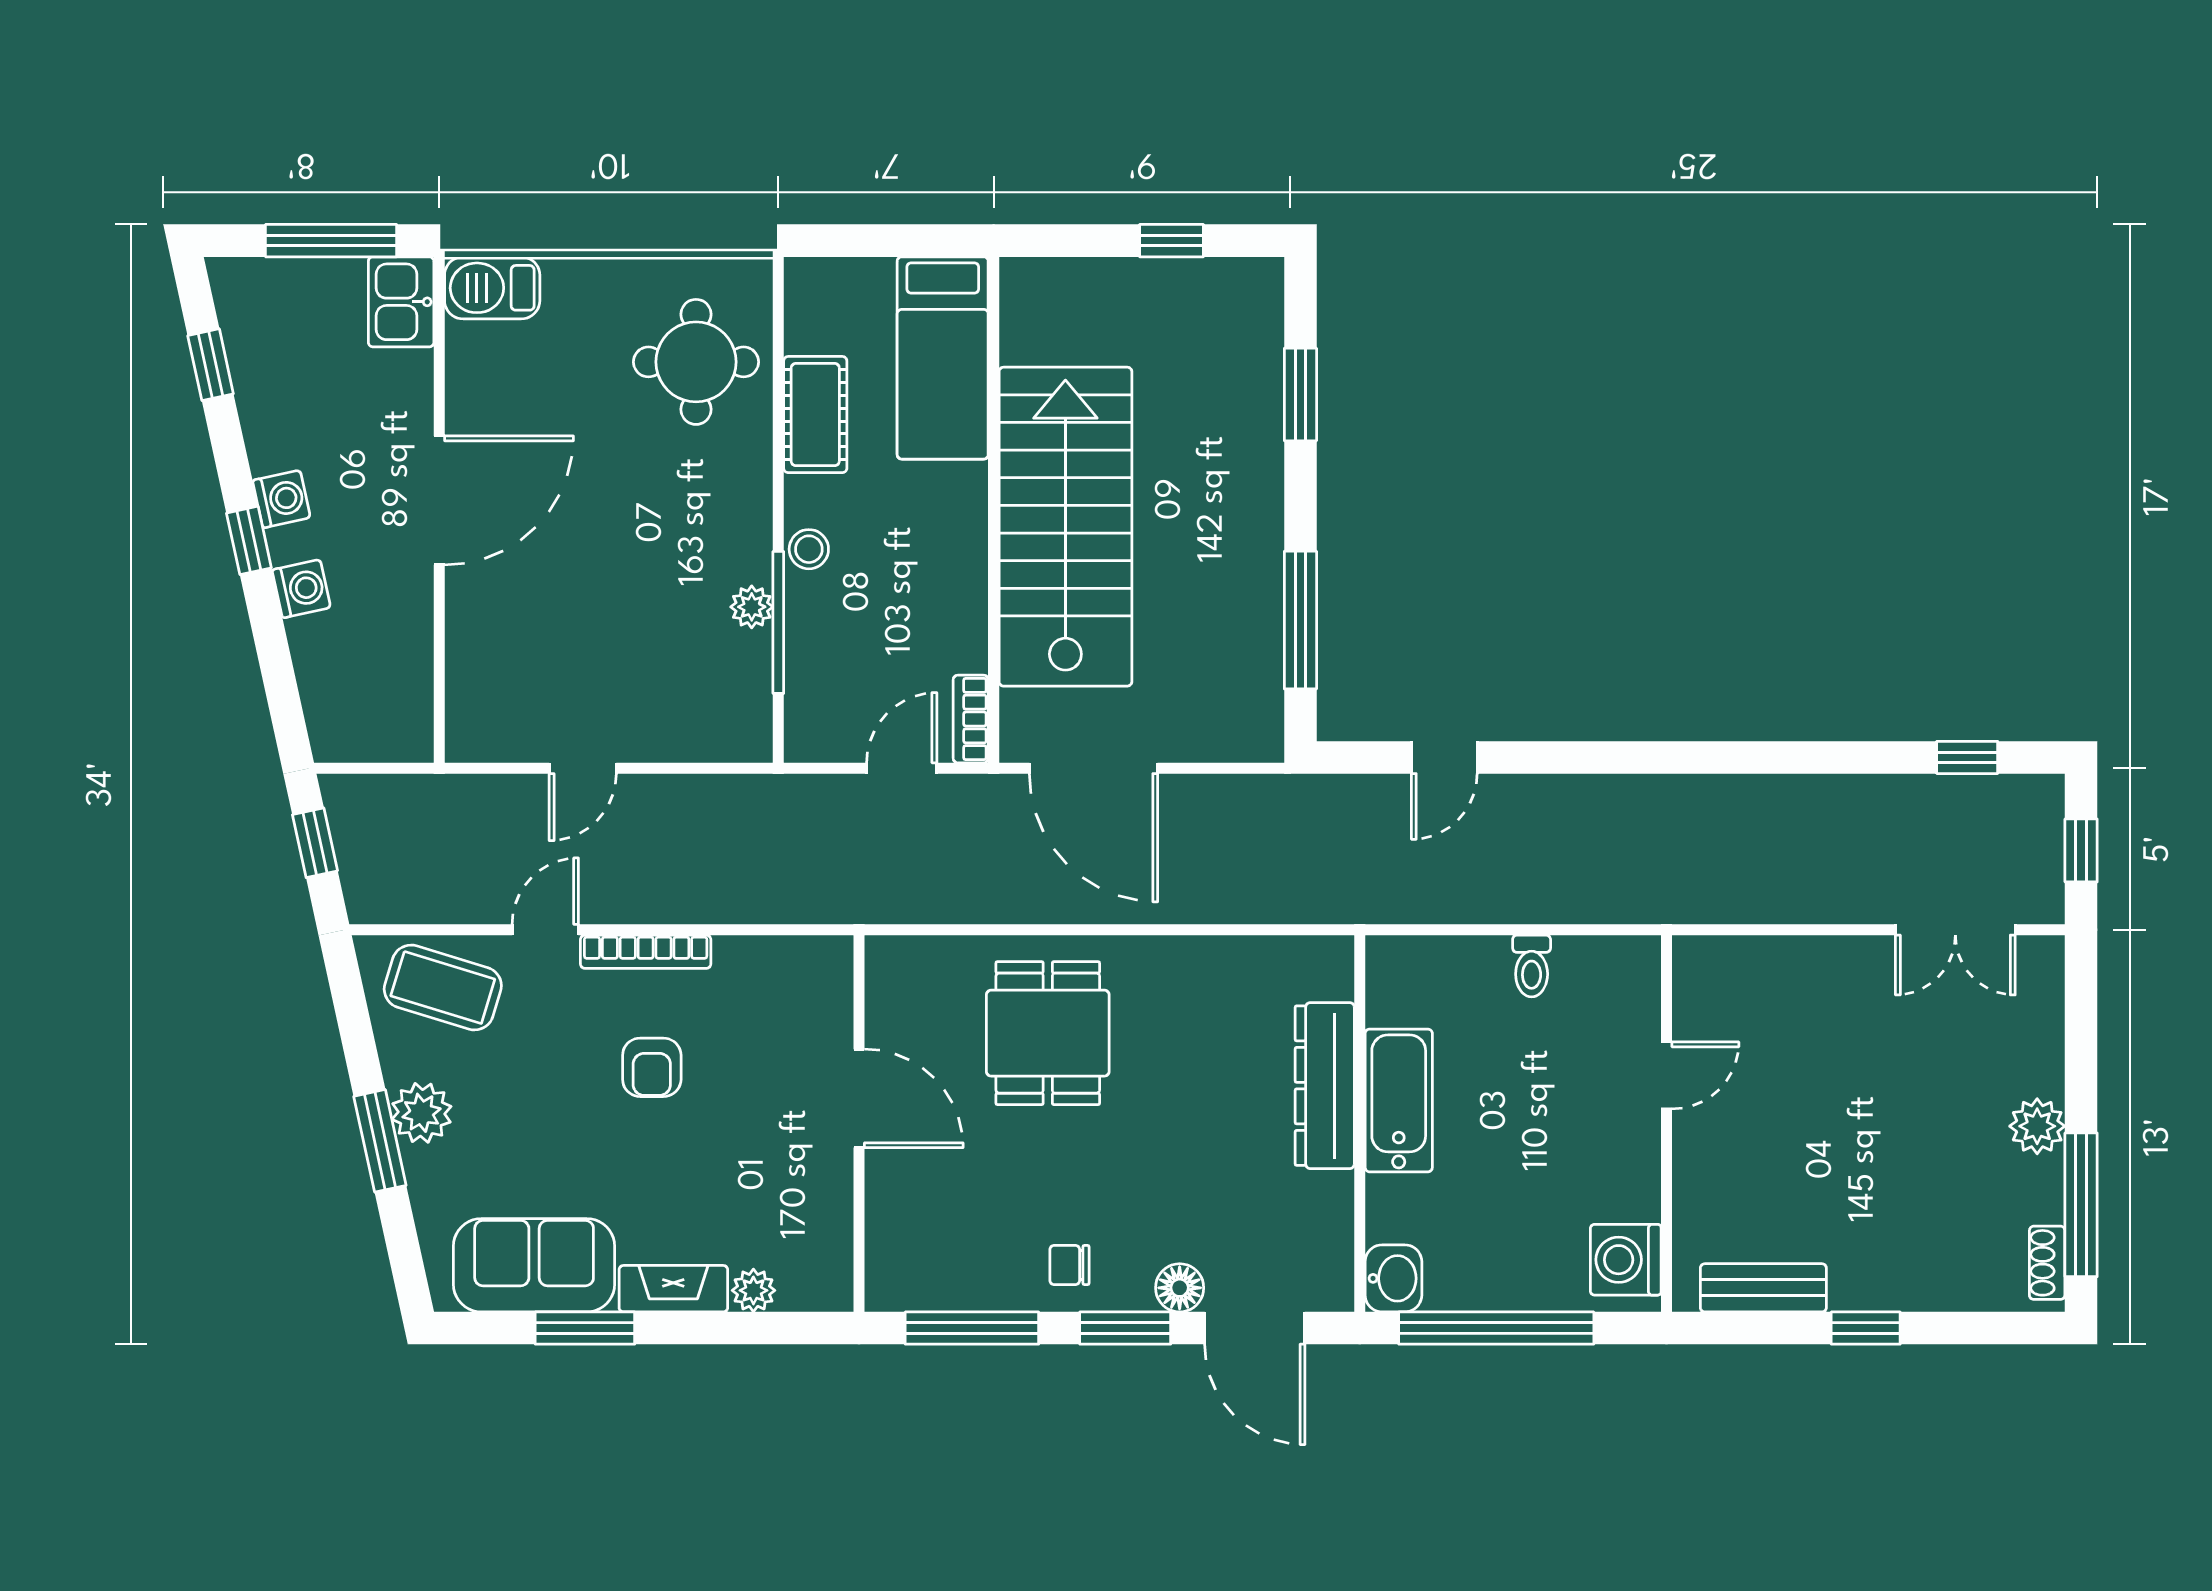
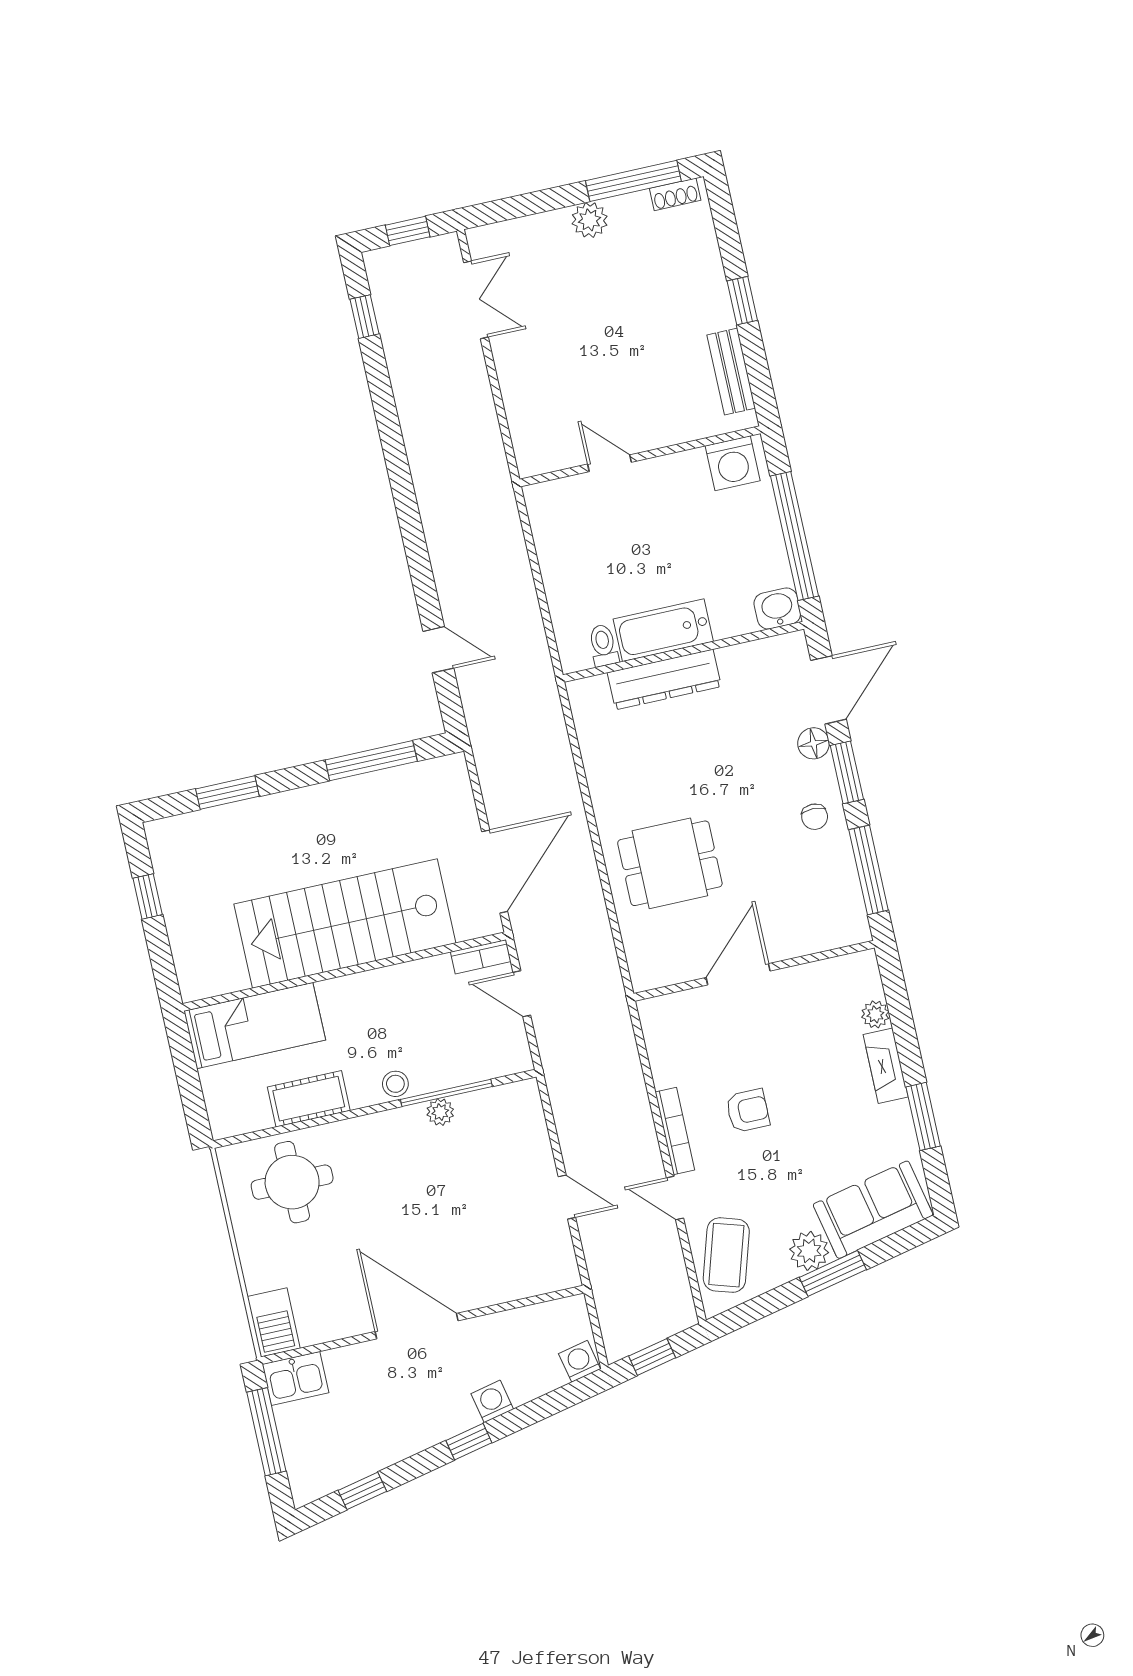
washing machine: (281, 499) -> (580, 1361), moved
toilet: (1532, 966) -> (603, 645), moved, turned -90
sofa: (534, 1265) -> (873, 1210), moved, turned 78

